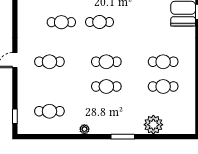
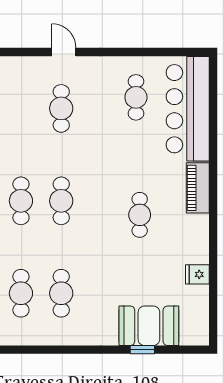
cafe table: (61, 22) -> (136, 97), moved
cafe table: (100, 22) -> (140, 215), moved

